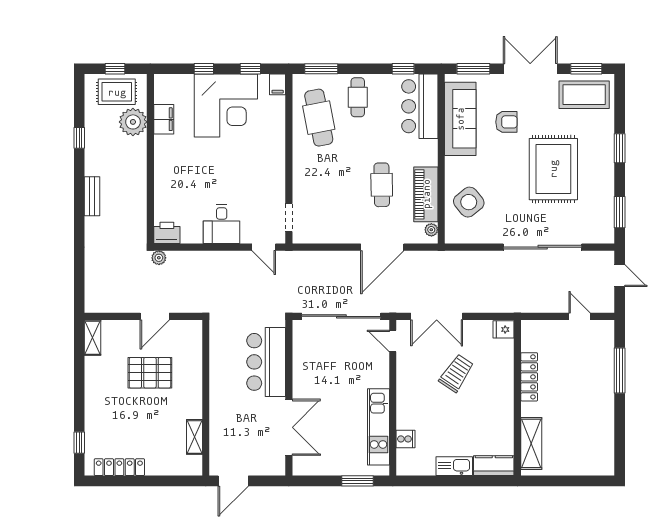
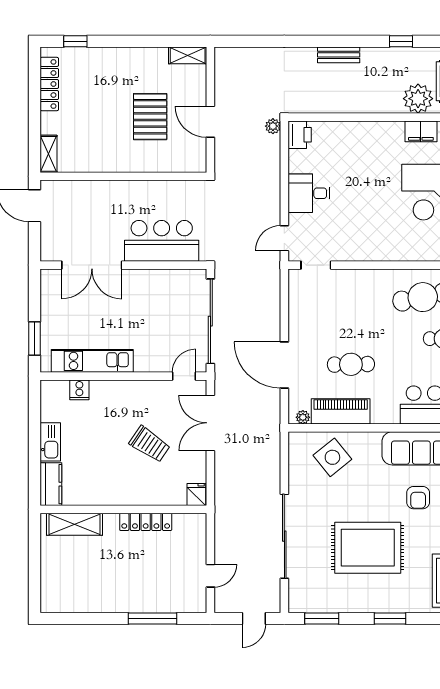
shelving: (194, 437) -> (49, 154), moved, turned 90

